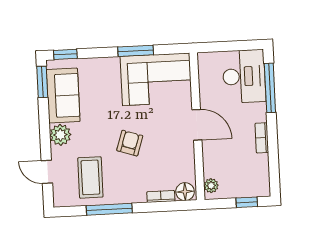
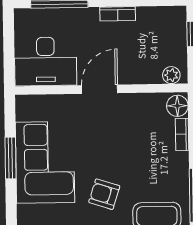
desk: (244, 76) -> (46, 61), moved, turned 180
corner sofa: (156, 79) -> (45, 162), moved
armchair: (130, 143) -> (104, 194), moved

